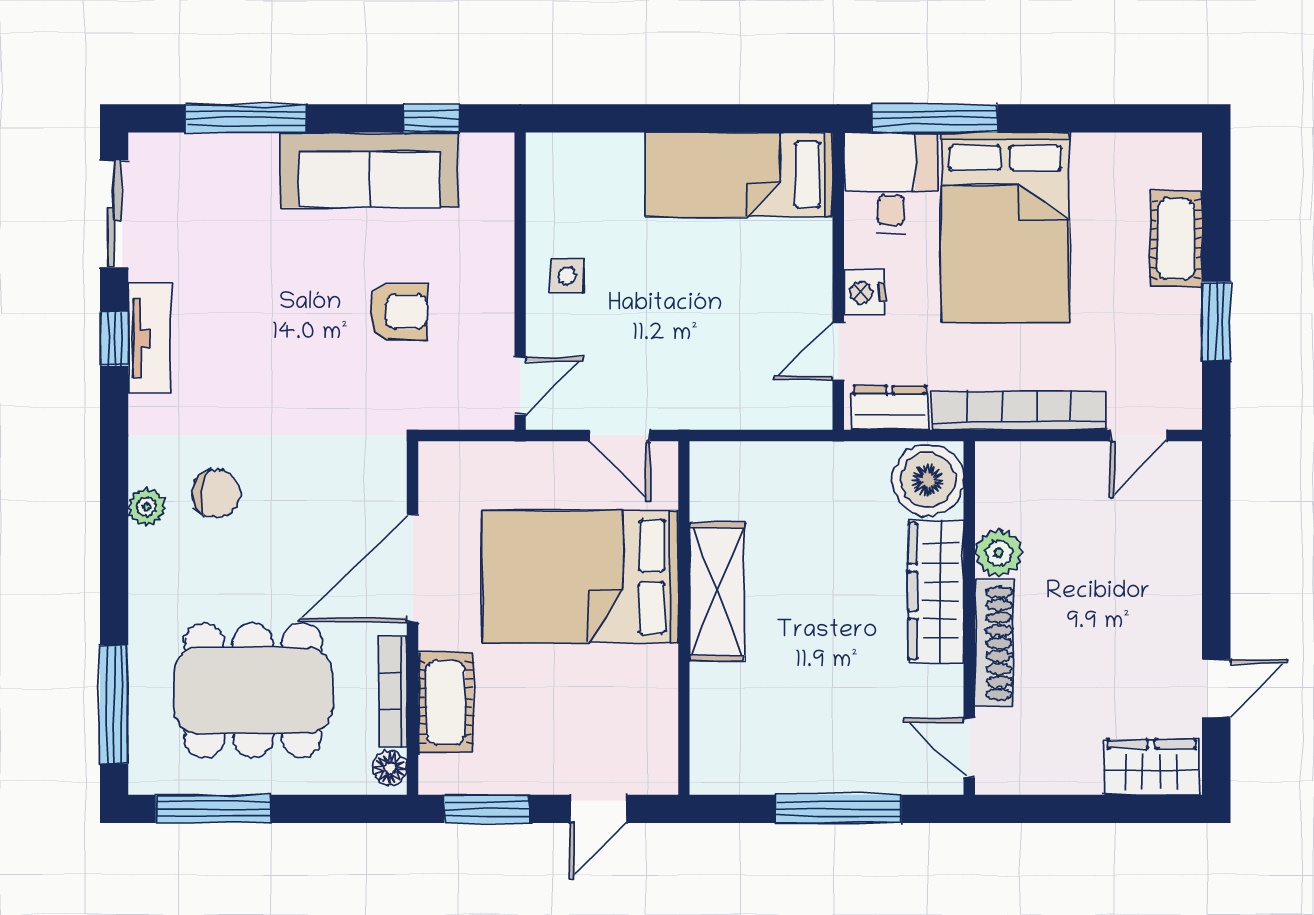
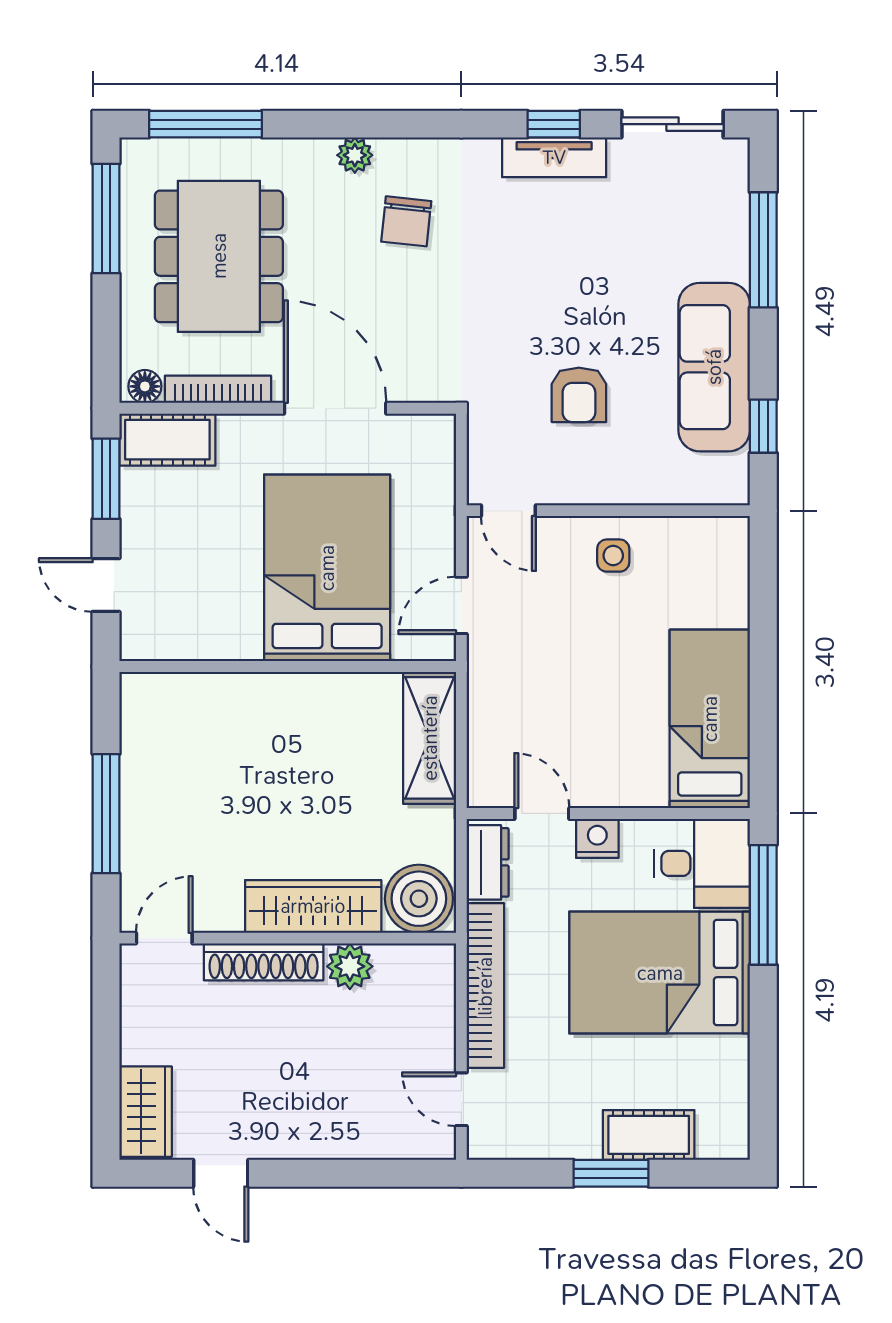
window: (1216, 321) -> (611, 1173), moved
plant: (147, 507) -> (355, 155), moved
shelving: (717, 592) -> (430, 738), moved, turned 90
cot: (446, 702) -> (167, 440), moved

